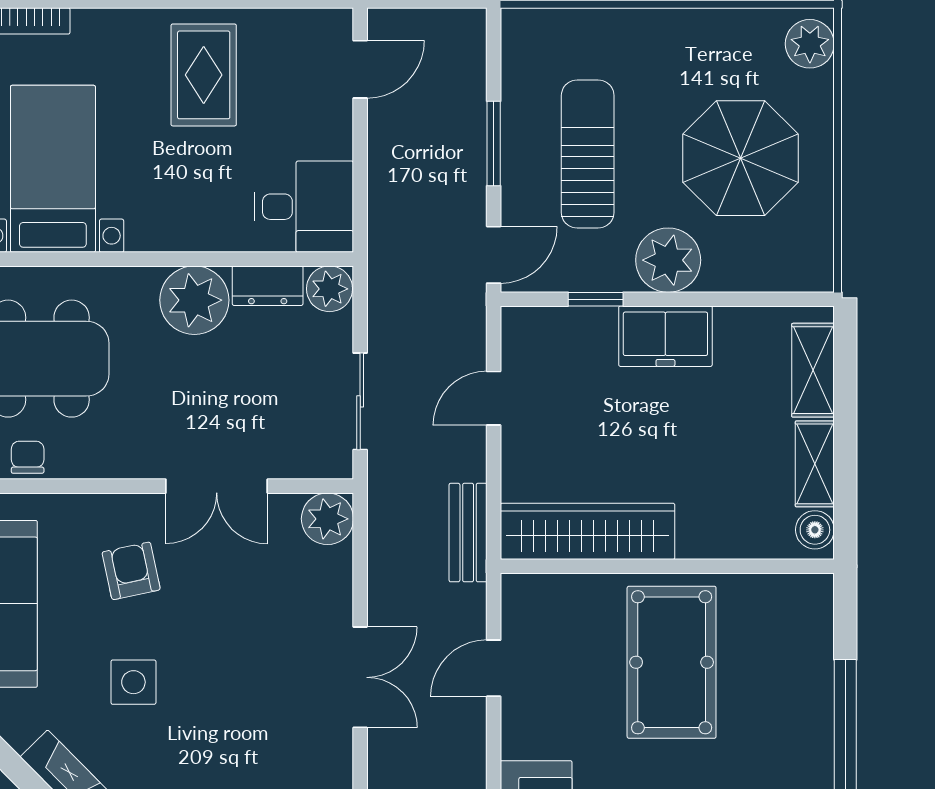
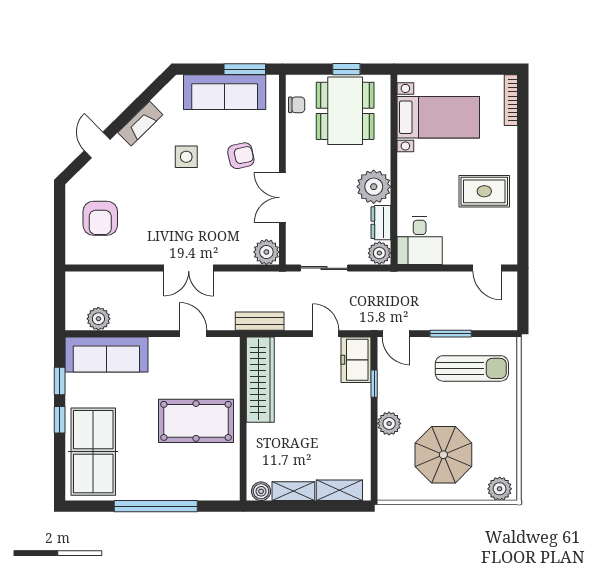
sun lounger: (588, 154) -> (472, 368), moved
plant: (668, 260) -> (389, 423), width x0.73, depth x0.73
freezer: (665, 336) -> (356, 360), moved

